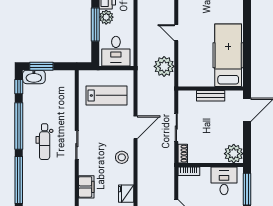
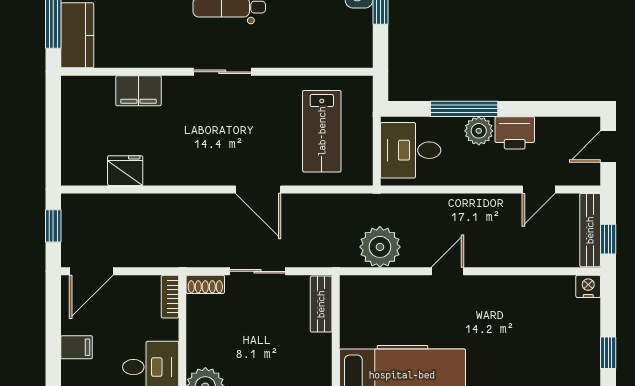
bench: (211, 96) -> (321, 304), moved
stool: (122, 157) -> (198, 162), removed

